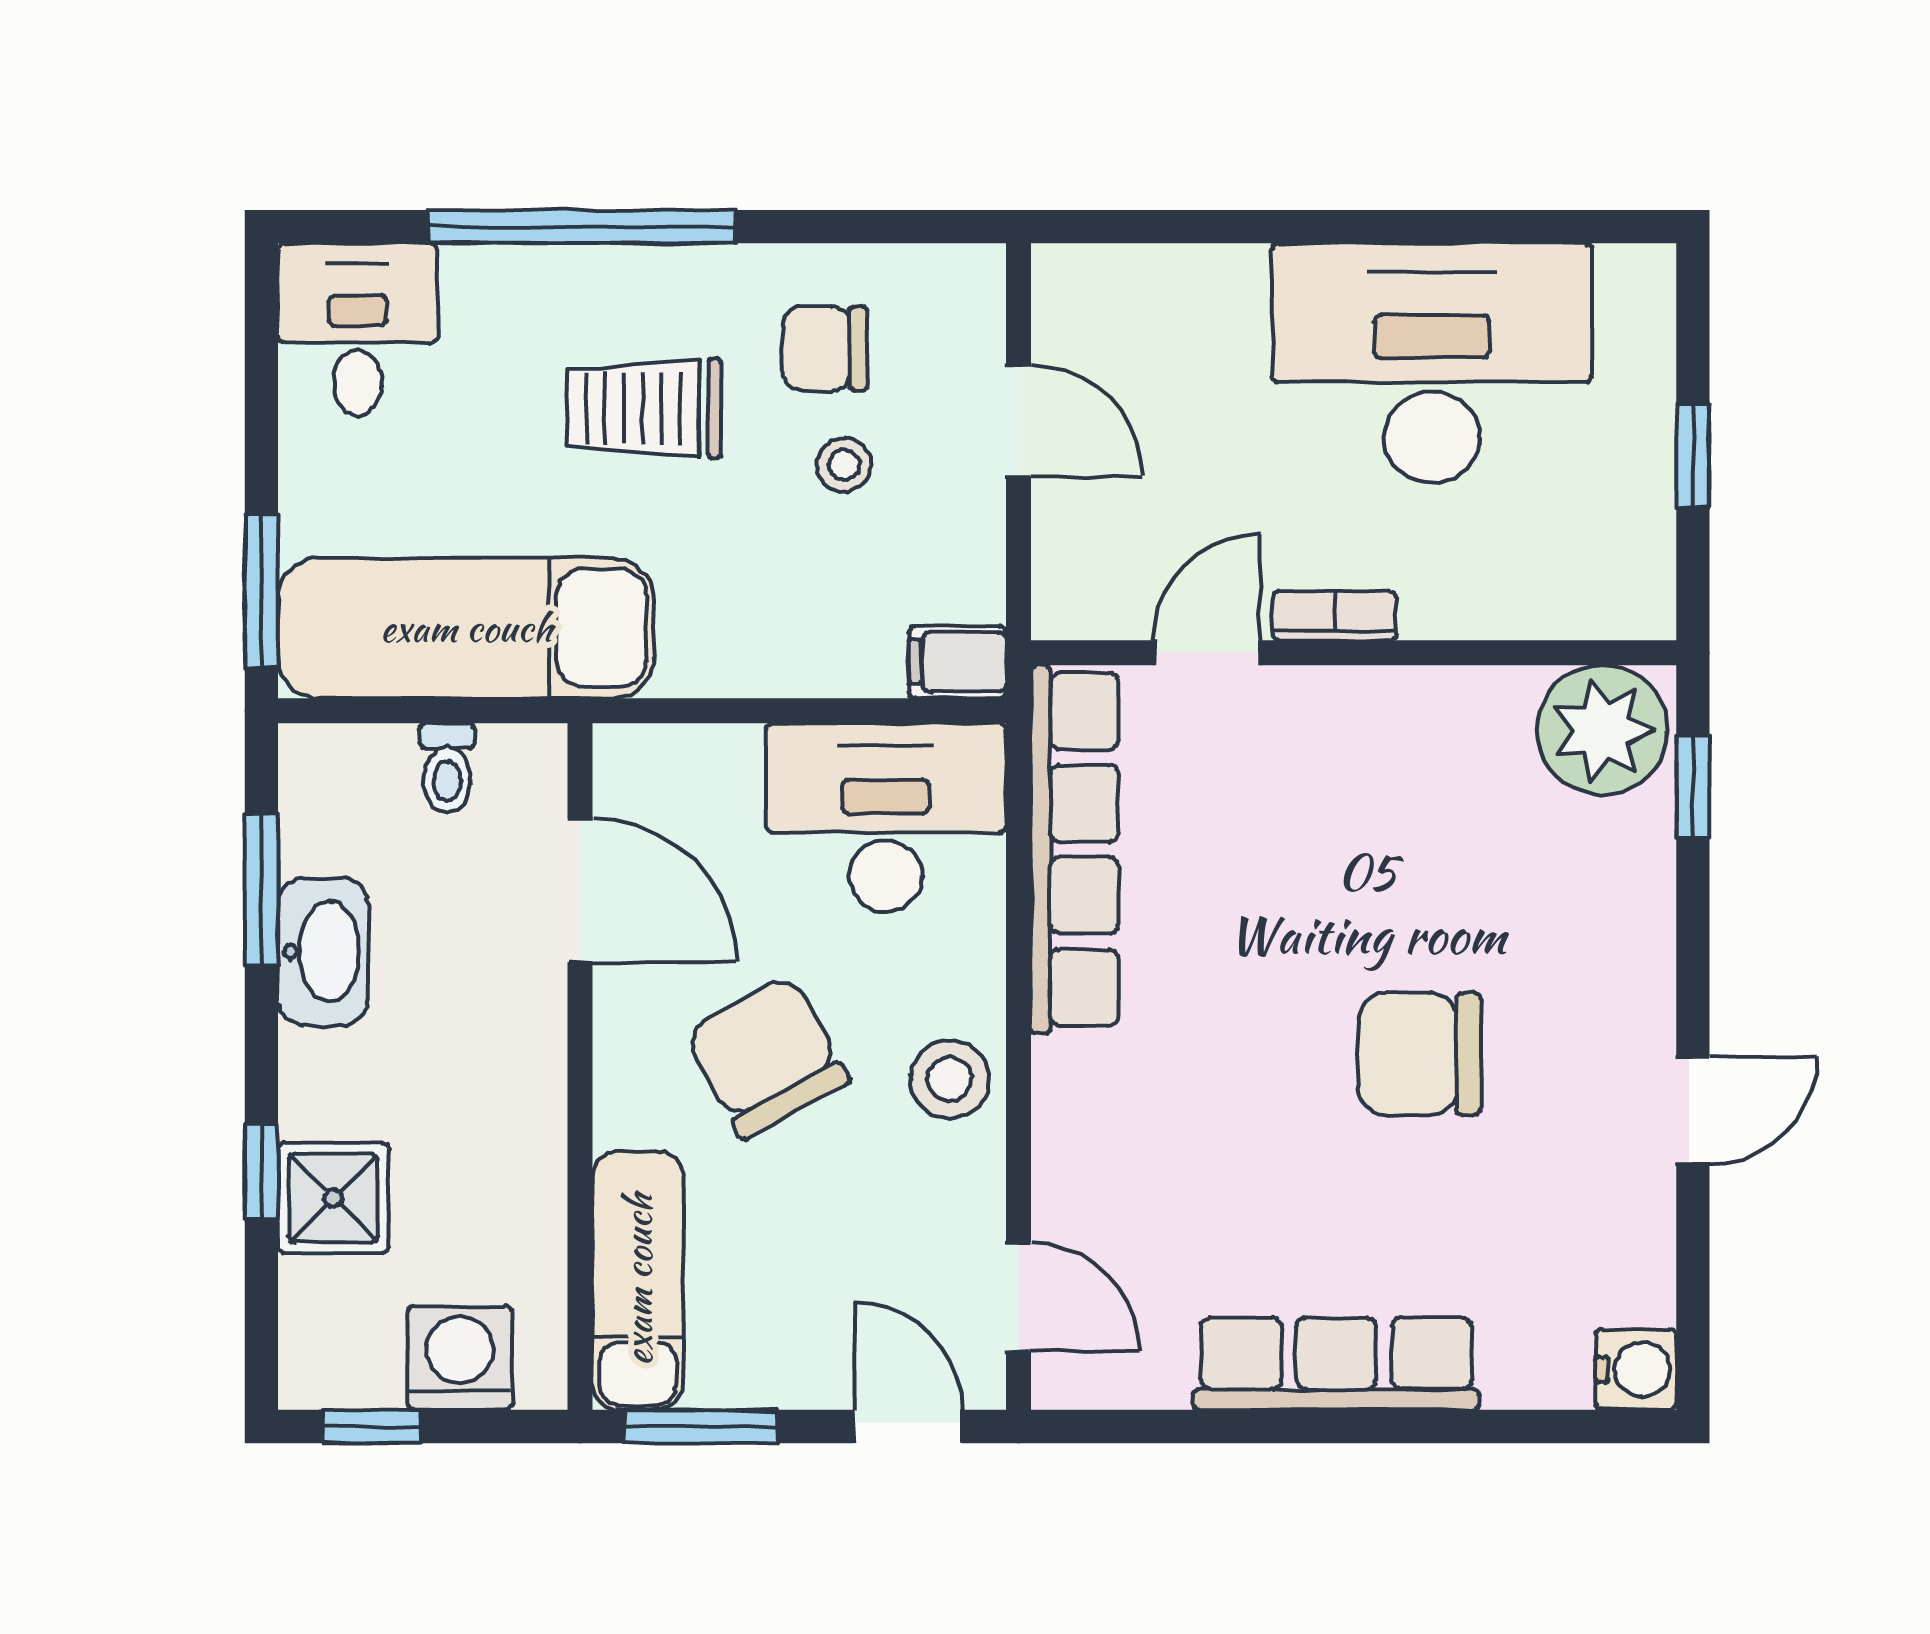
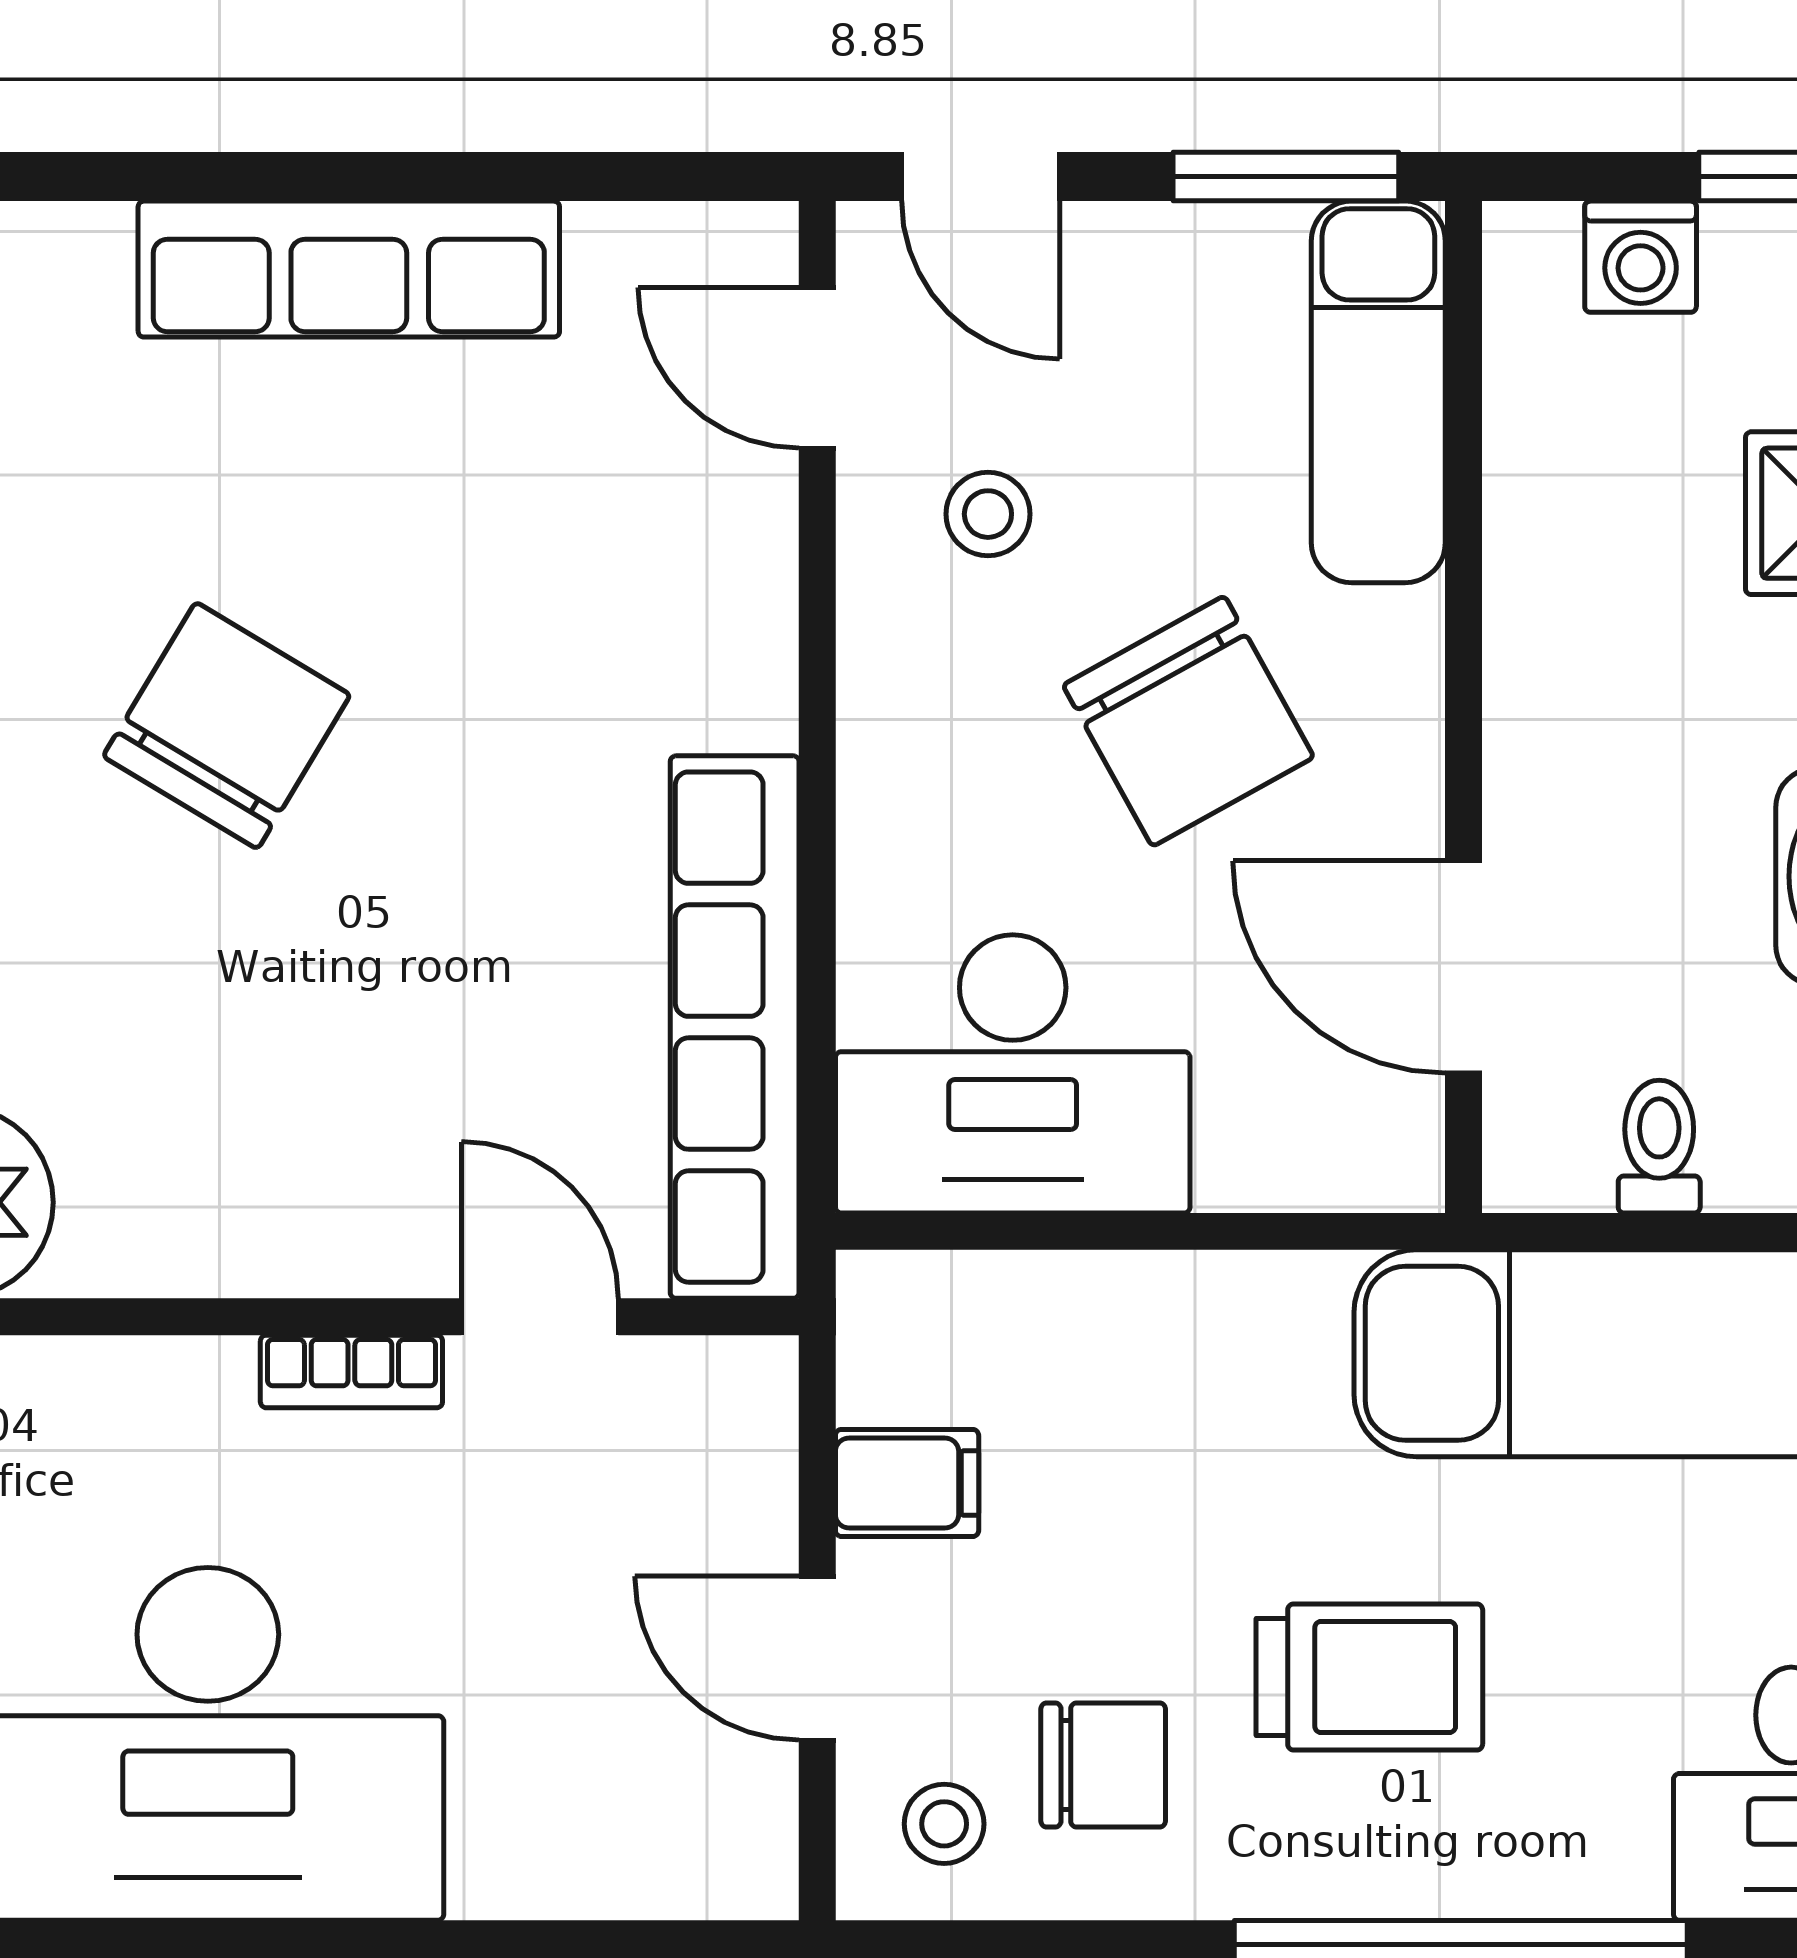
stool: (844, 465) -> (944, 1824), moved
door: (1207, 653) -> (540, 1317), swing flipped
filing cabinet: (958, 662) -> (907, 1483), moved
chair: (1419, 1054) -> (227, 726), turned -59
stool: (950, 1079) -> (988, 514), moved, width x0.73, depth x0.73
washing machine: (460, 1358) -> (1641, 257), width x0.73, depth x0.73

